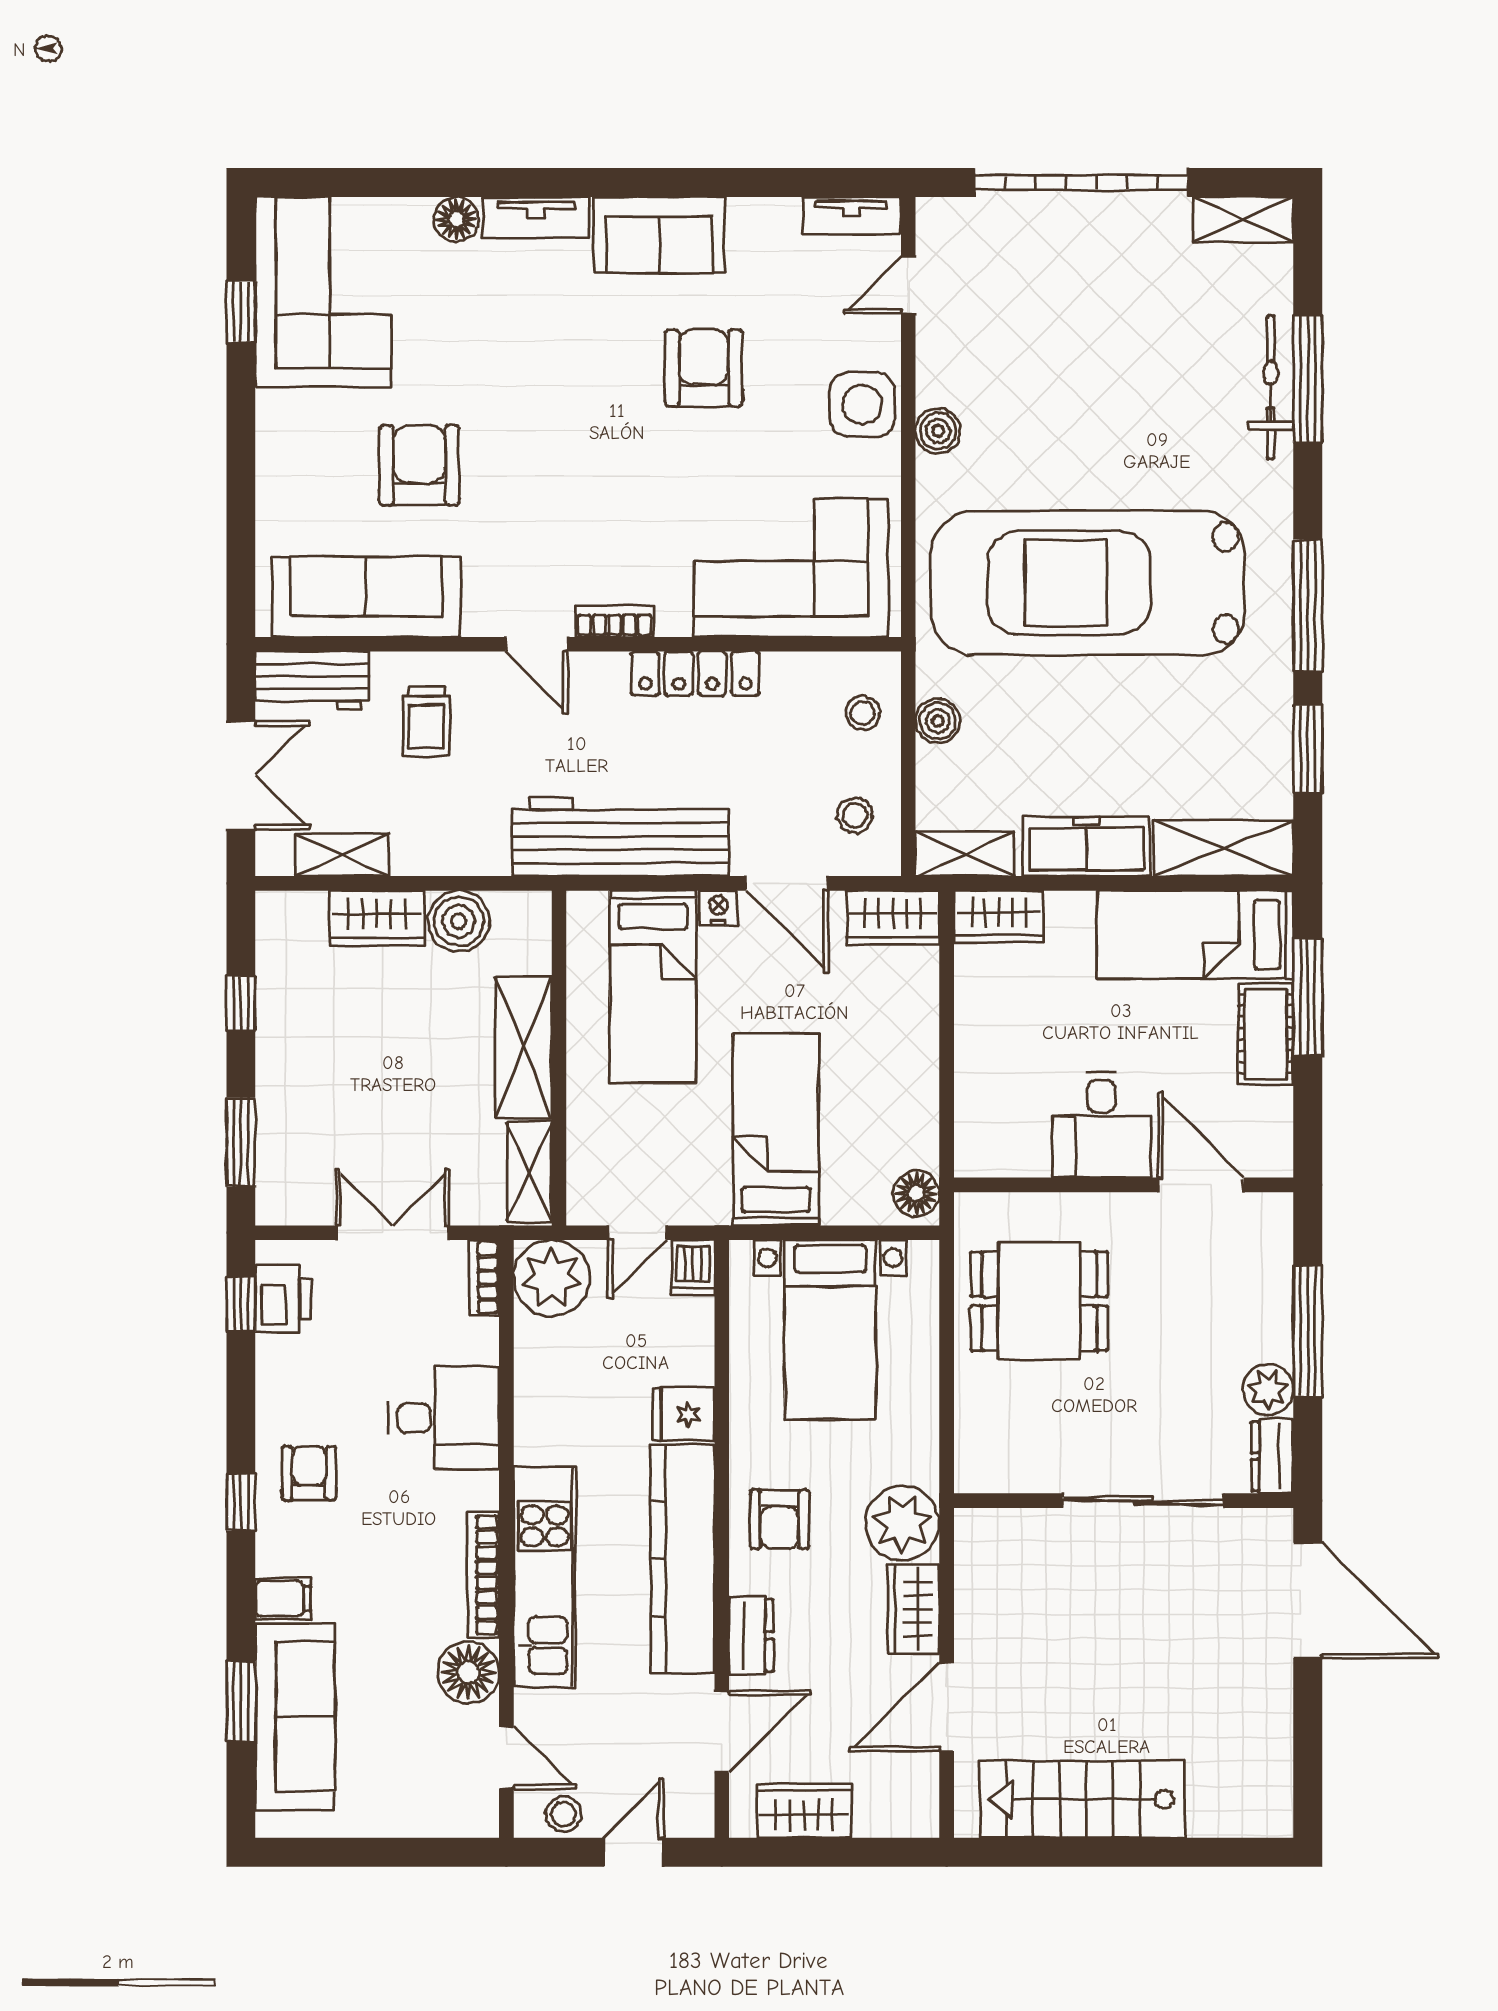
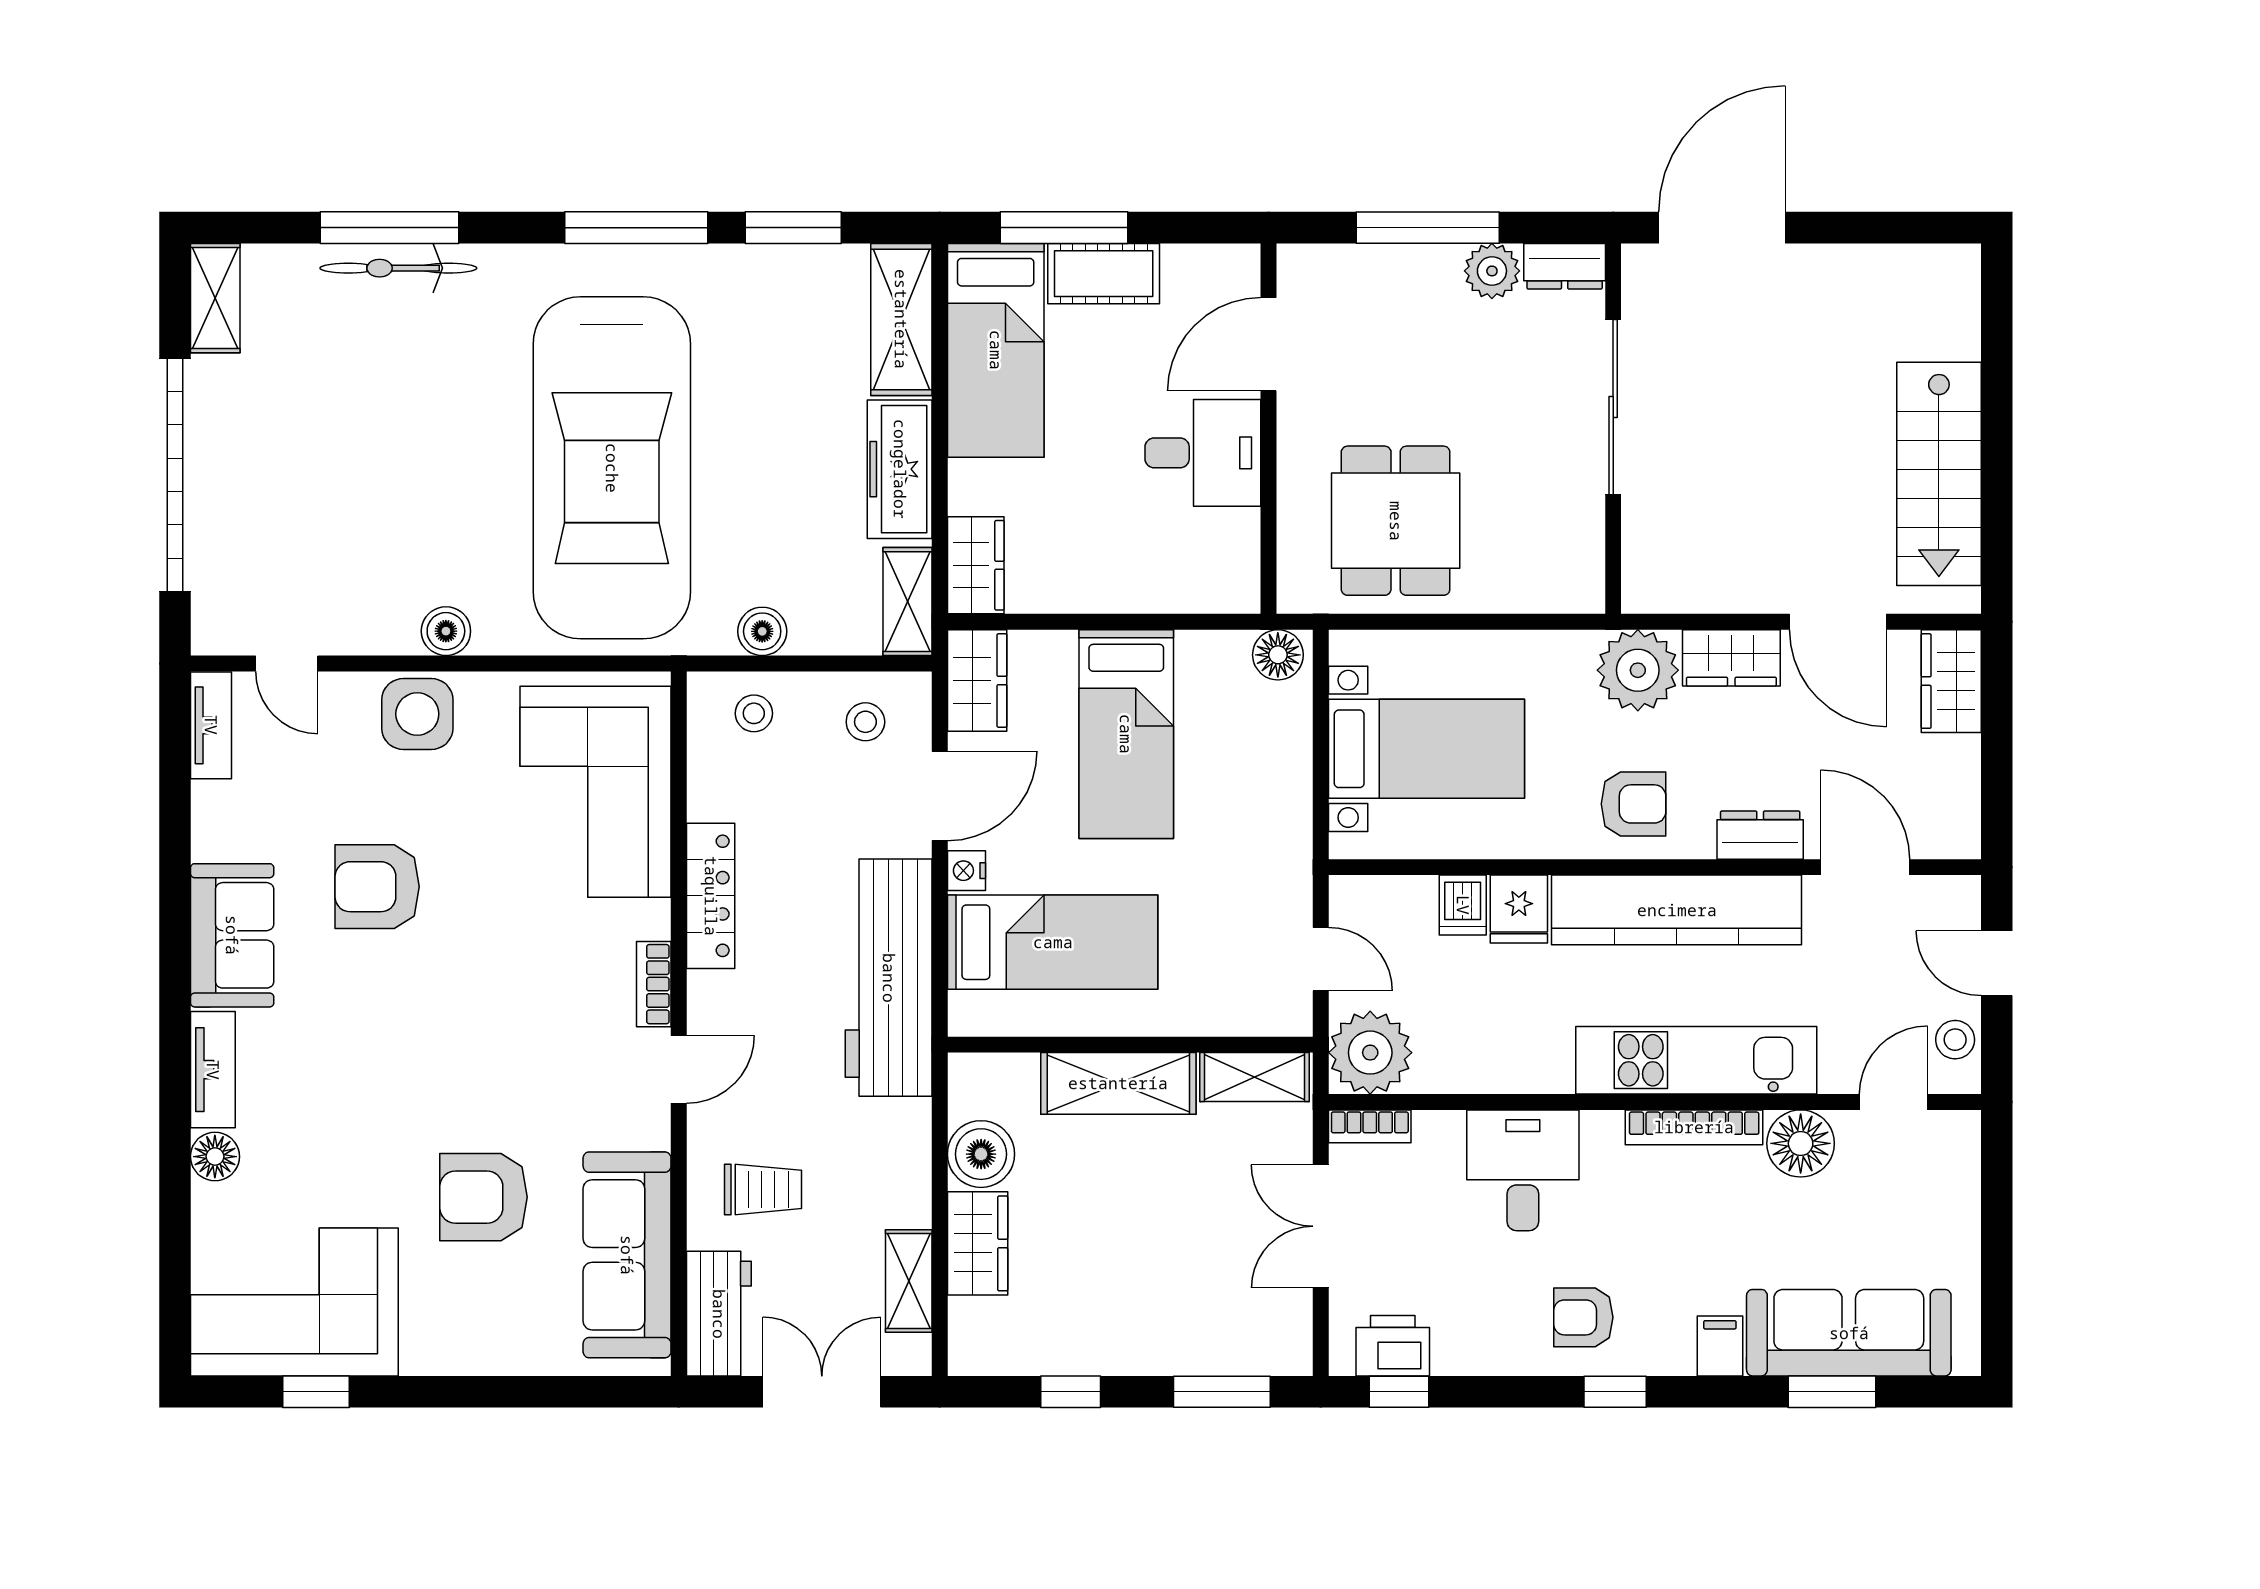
bed: (776, 1130) -> (1126, 734), moved, turned -90
dishwasher: (693, 1268) -> (1463, 905), moved, turned 90
wardrobe: (804, 1811) -> (1951, 681), moved

